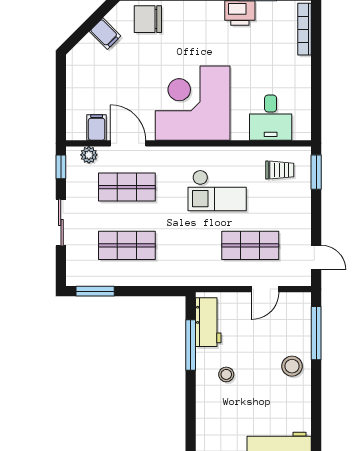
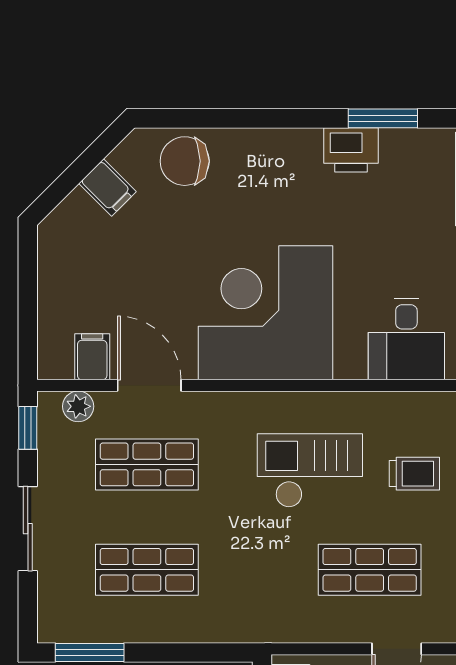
trolley: (280, 170) -> (414, 474), moved
checkout: (217, 190) -> (310, 471), turned 180

